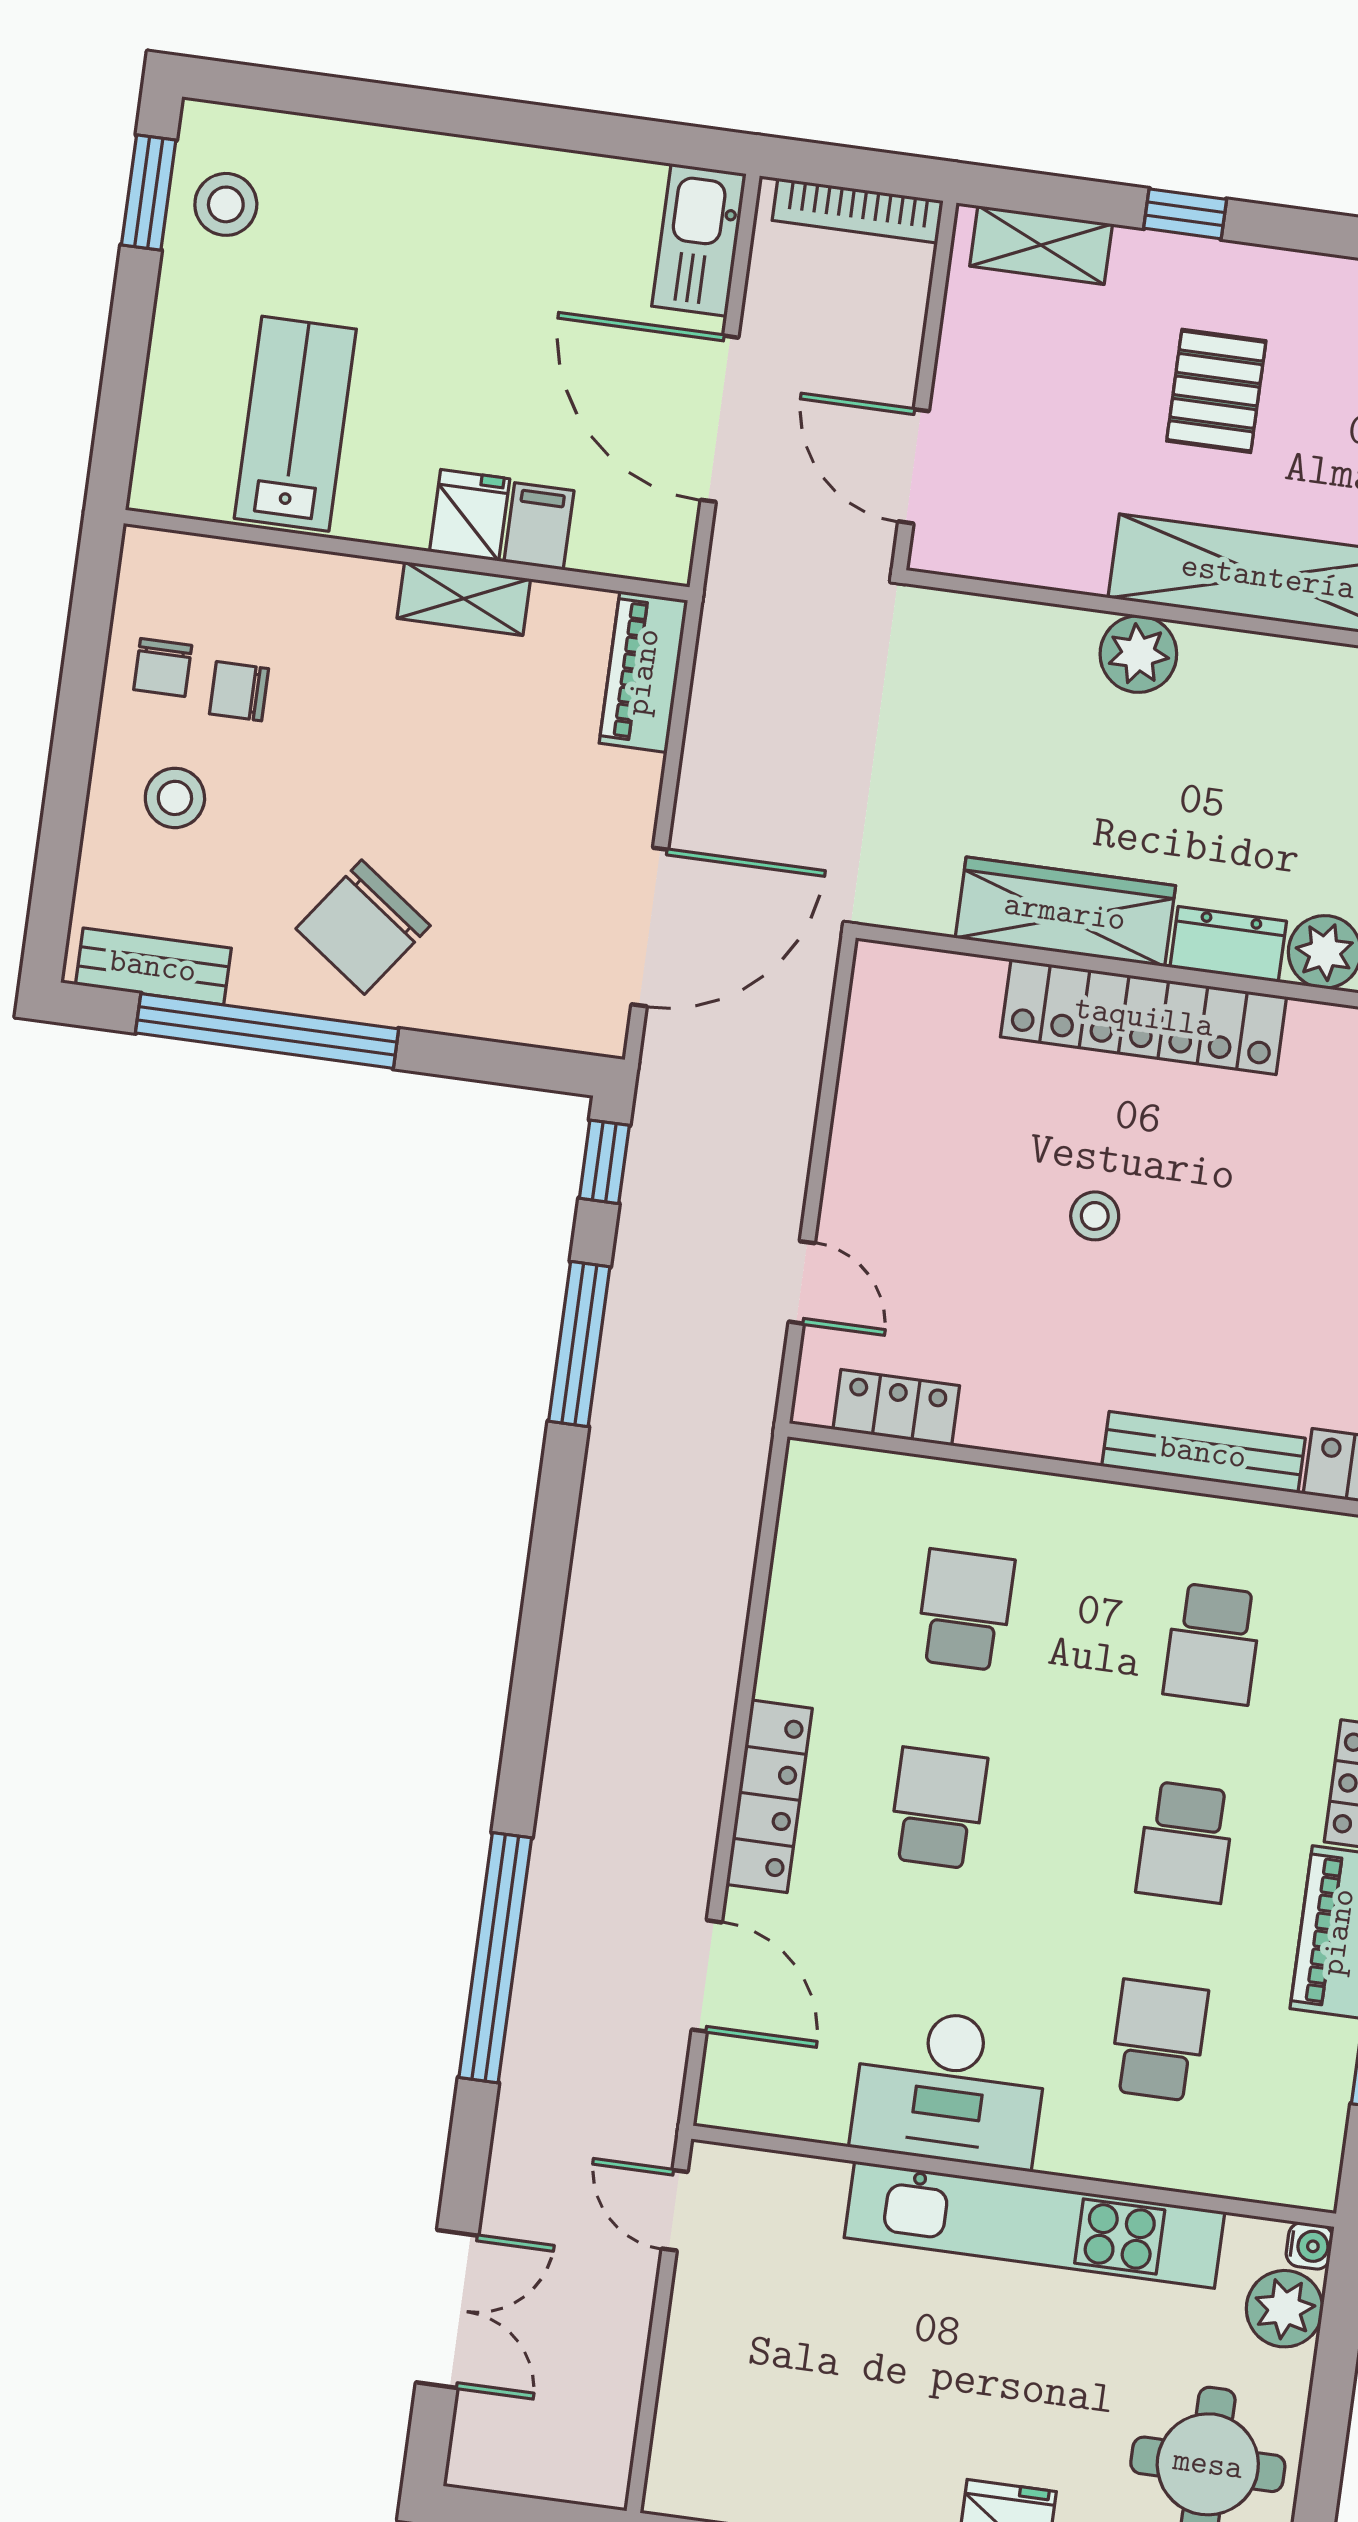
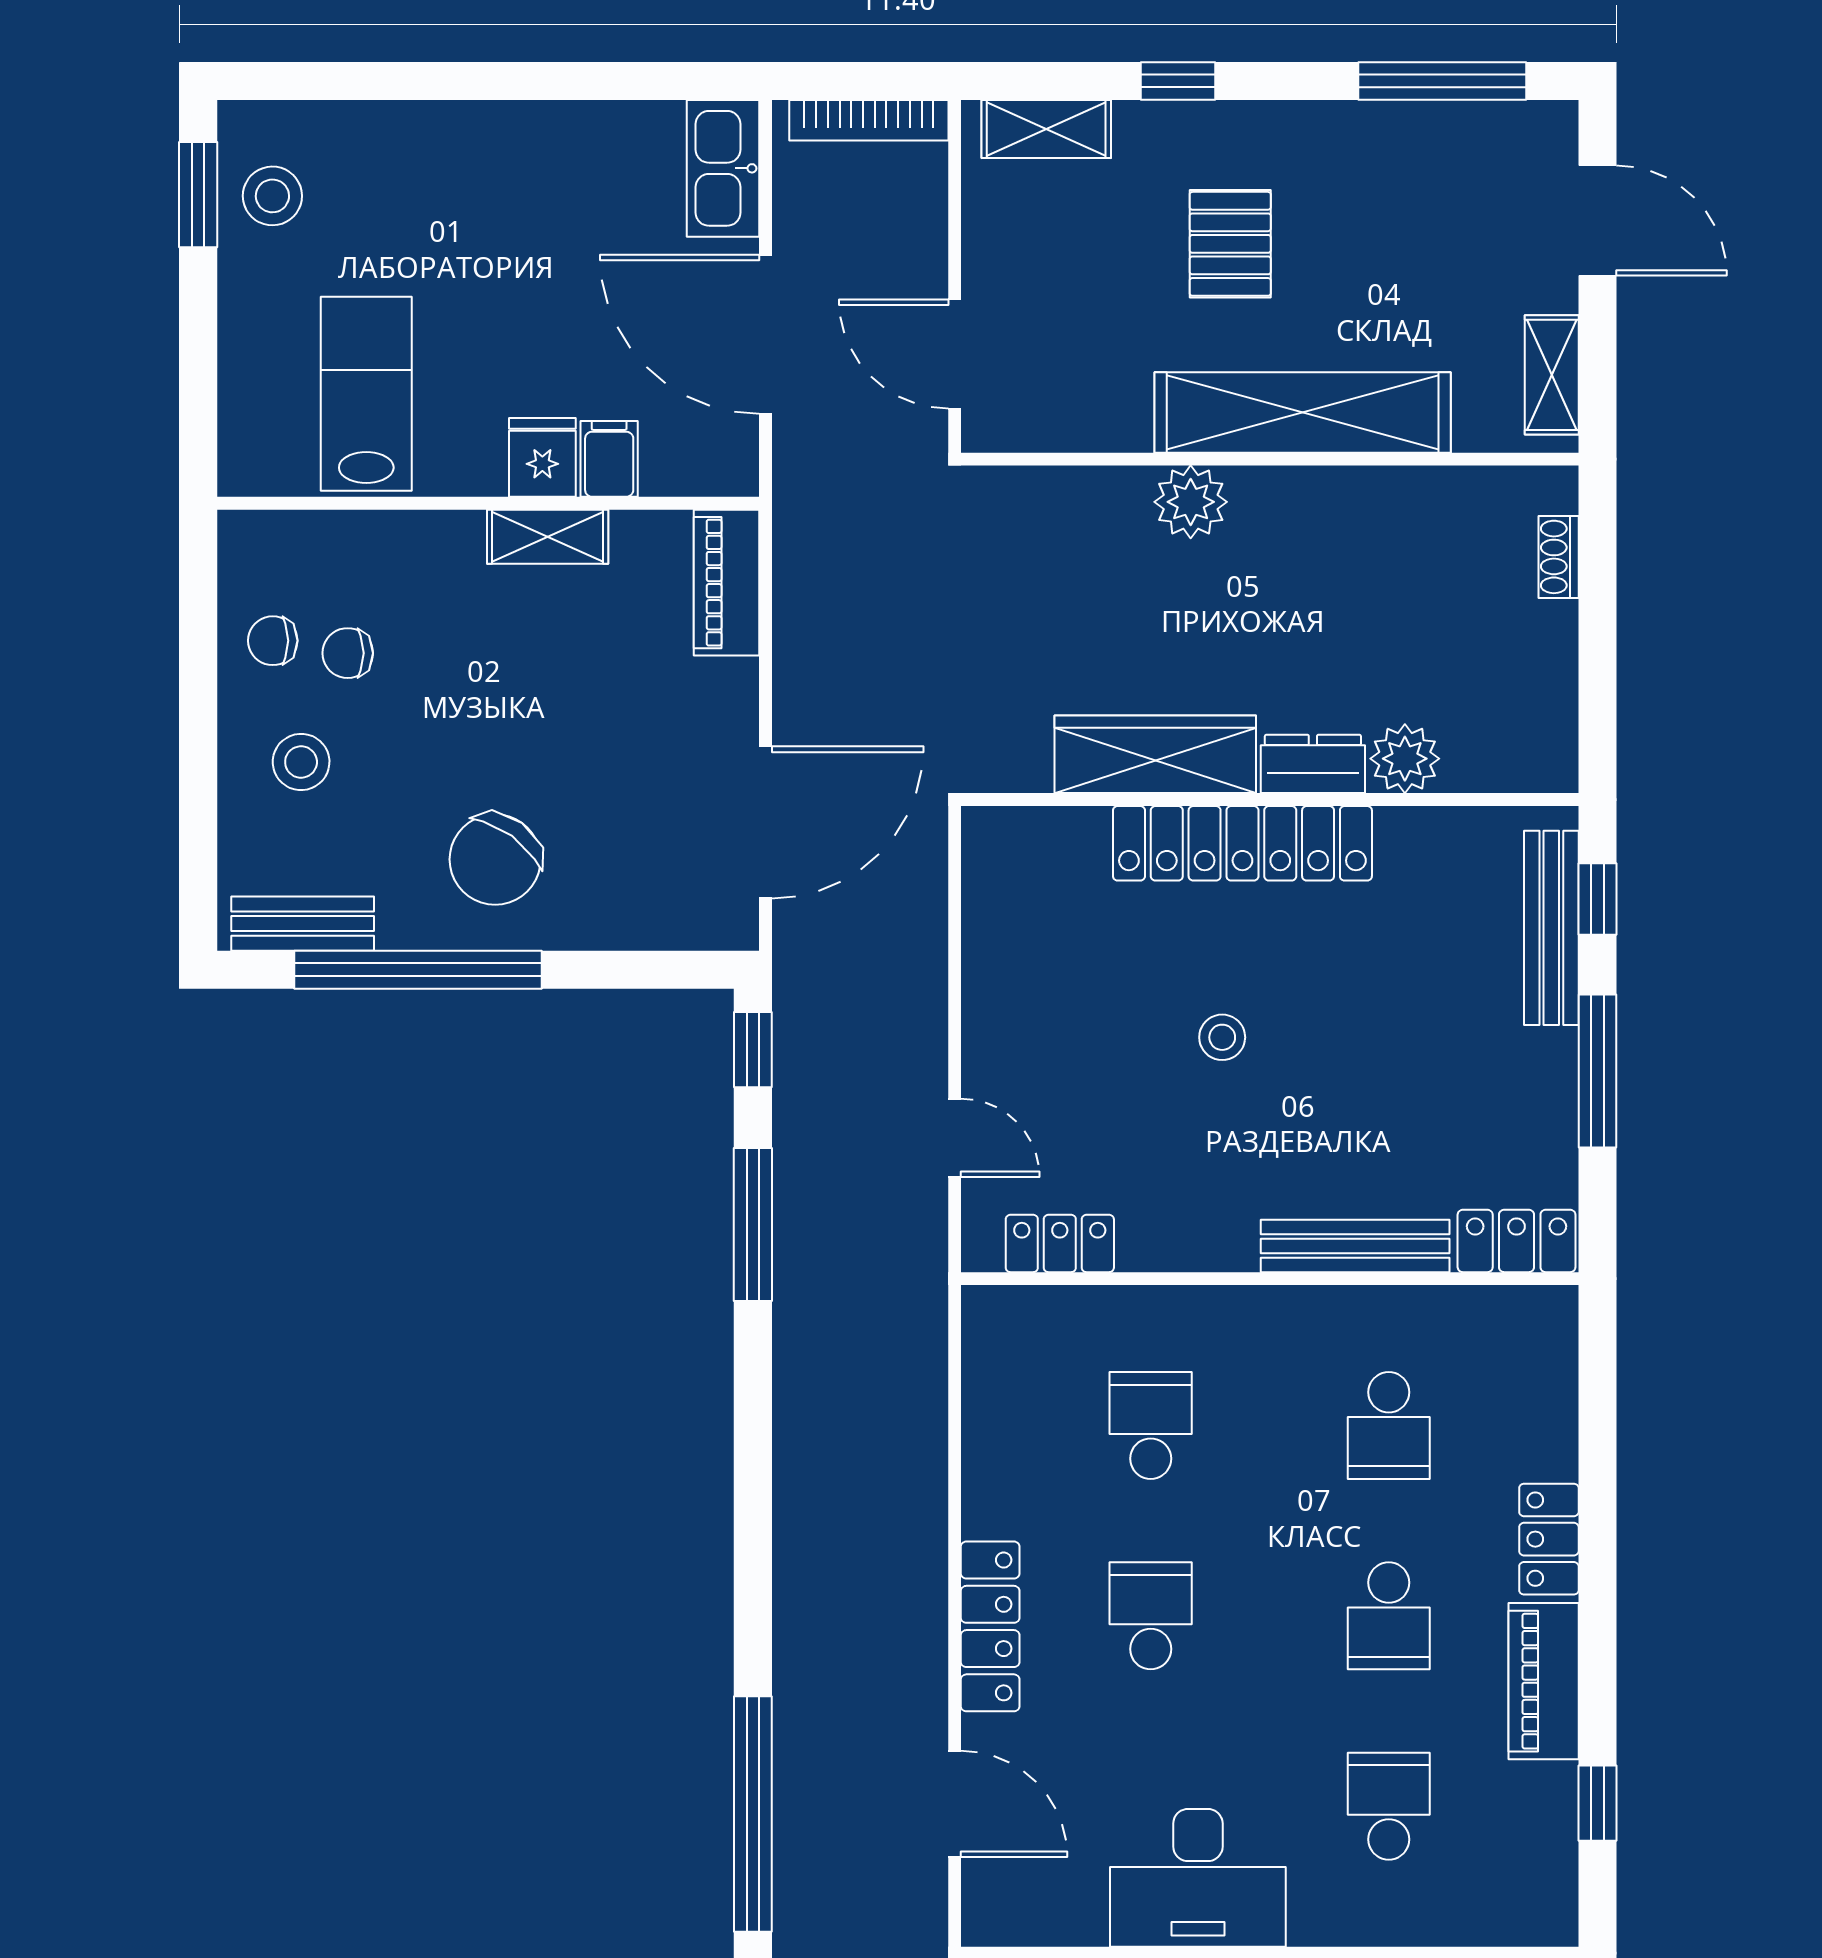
chair: (163, 668) -> (273, 641), turned 90

